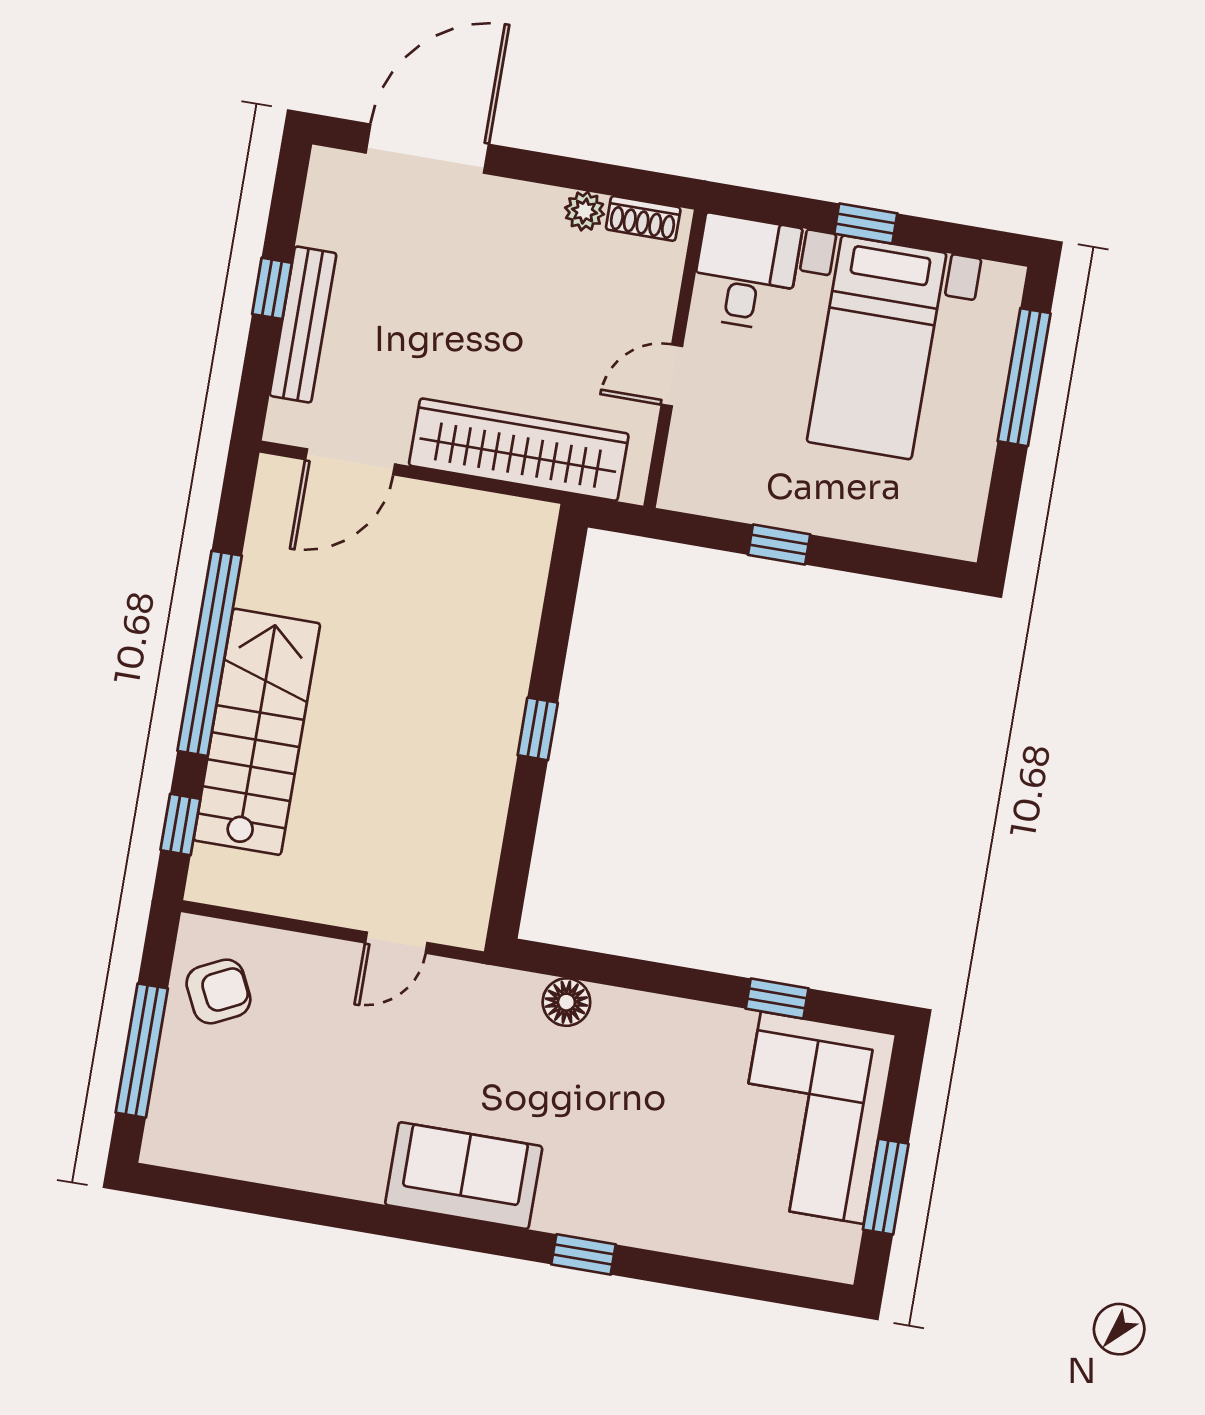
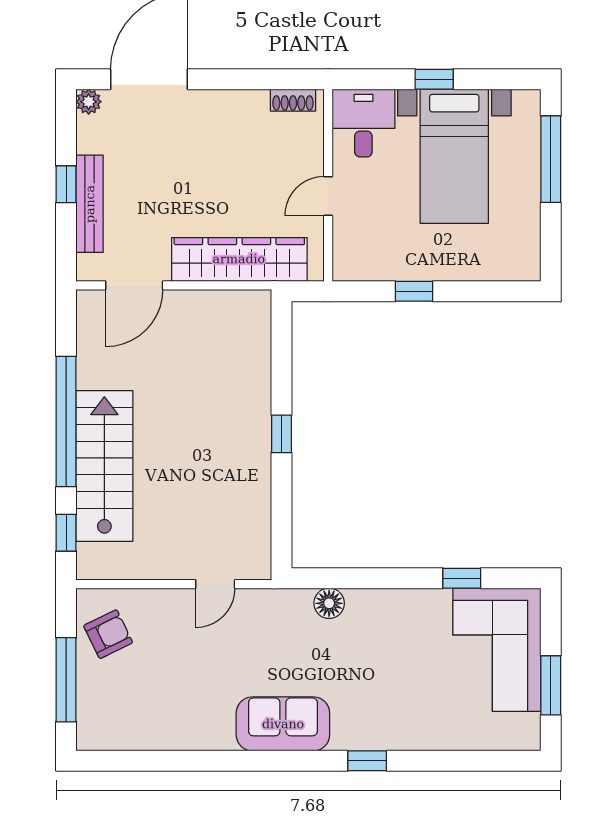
plant: (585, 211) -> (89, 102), moved

